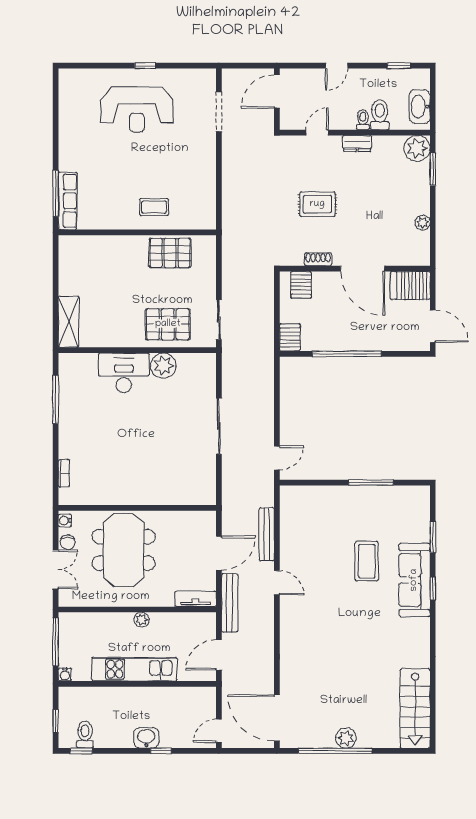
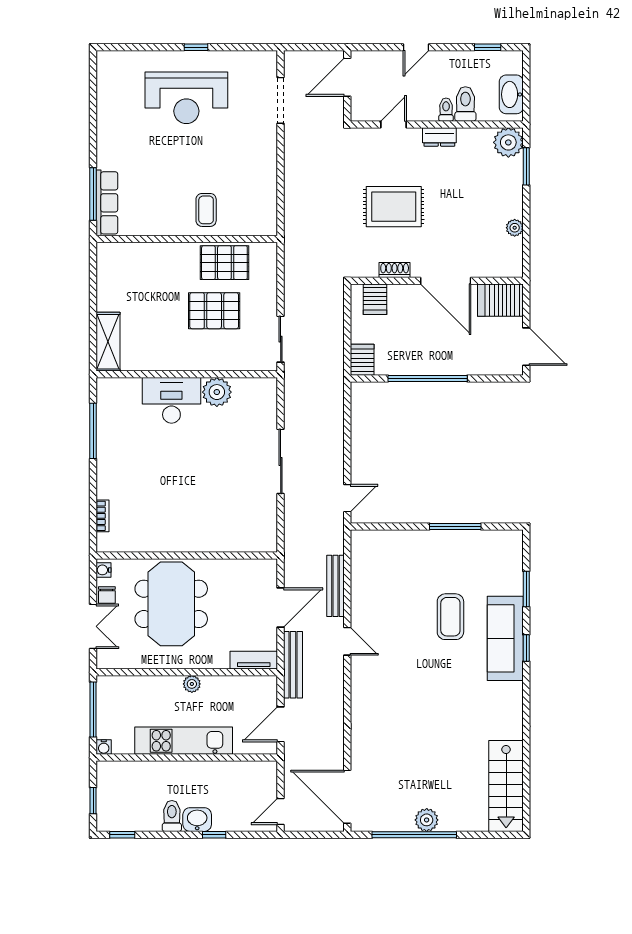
rug: (317, 204) -> (394, 207), width x1.36, depth x1.43
coffee table: (154, 207) -> (206, 210), turned 90
pallet: (168, 324) -> (214, 311), moved
toilet: (85, 735) -> (172, 816), moved

